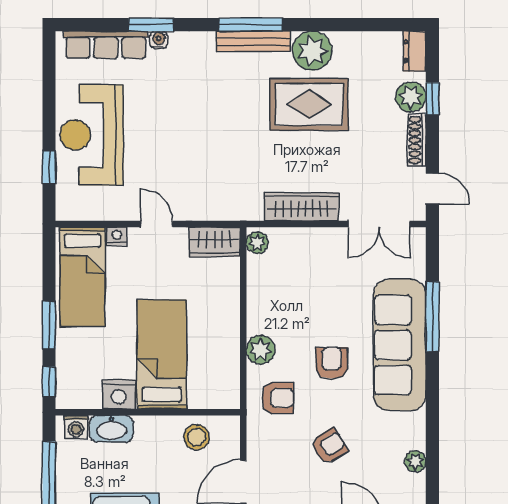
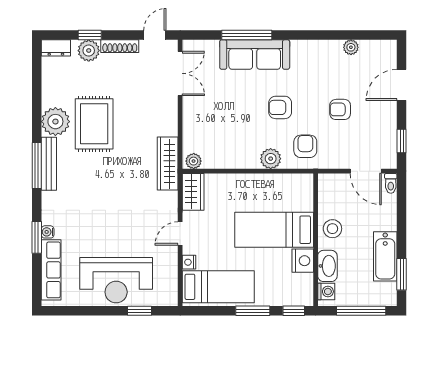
wardrobe: (302, 207) -> (168, 164), moved
sofa: (400, 345) -> (255, 55), width x0.74, depth x0.79
stool: (197, 437) -> (332, 229), moved
armchair: (329, 446) -> (340, 109), turned -58

